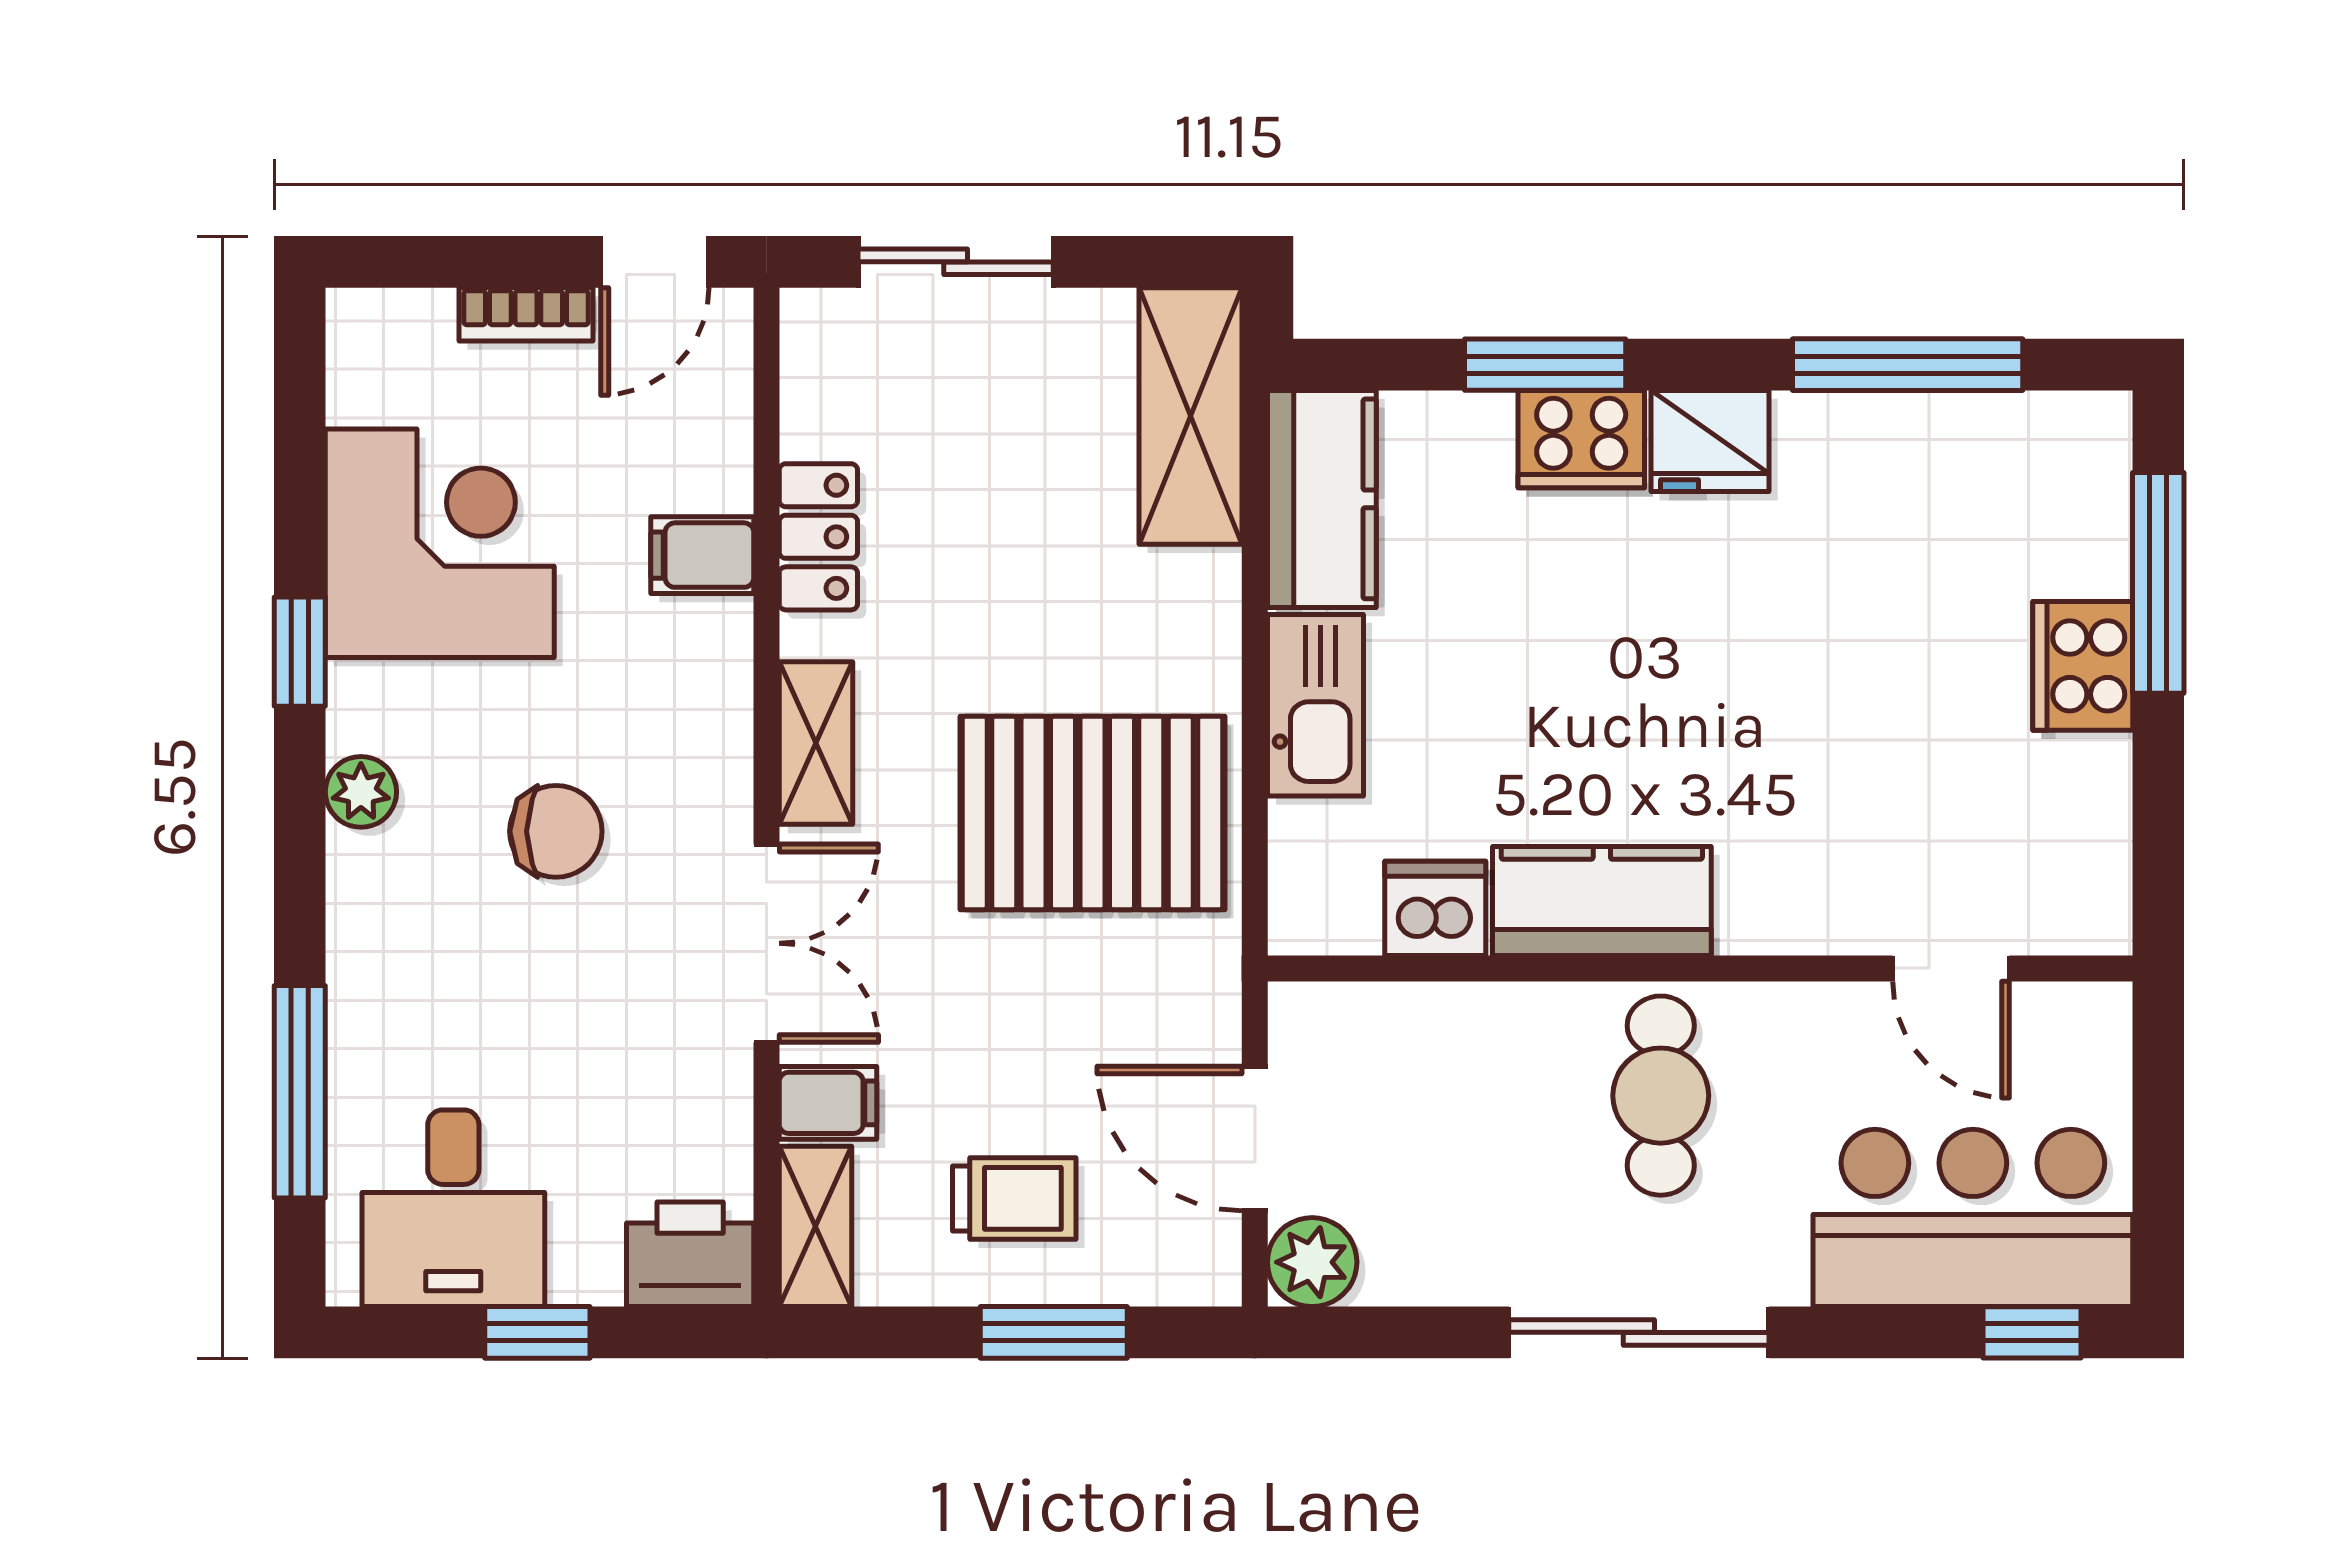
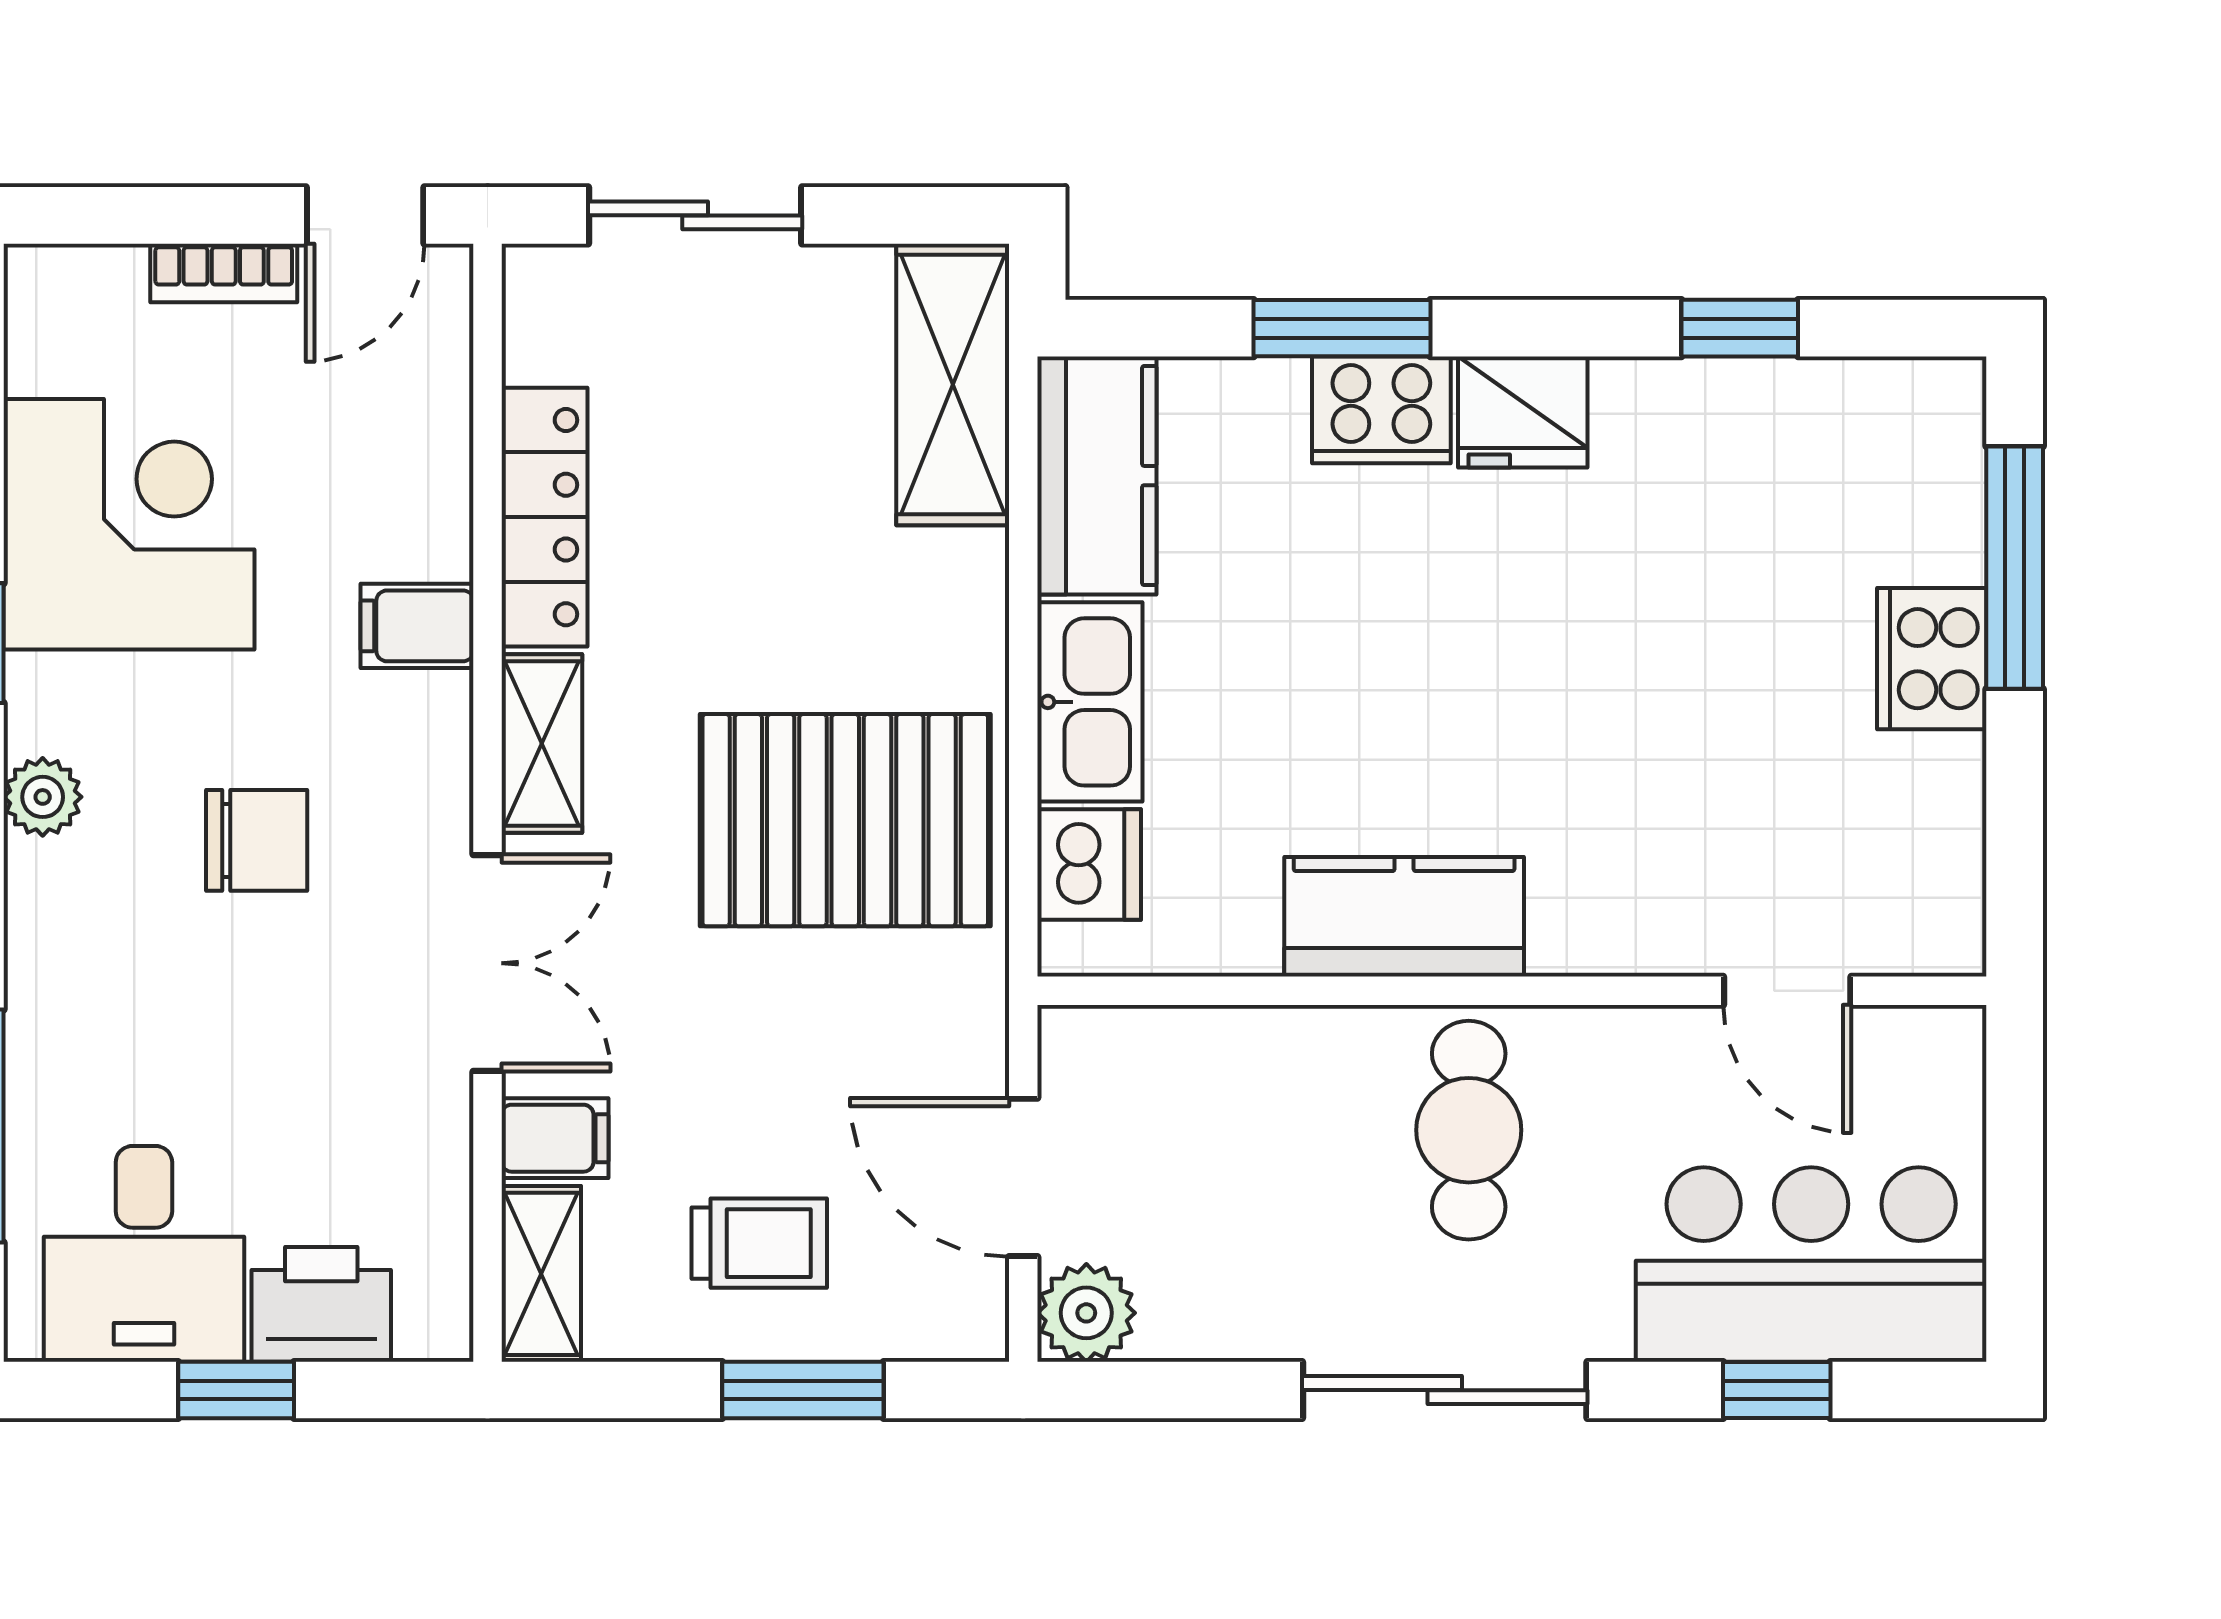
window: (1908, 365) -> (1740, 328), width x0.46
locker: (818, 537) -> (545, 517), width x1.53
filing cabinet: (702, 555) -> (417, 626), moved
dishwasher: (1435, 908) -> (1089, 865), moved, turned 90
printer: (690, 1254) -> (321, 1304), moved
window: (2032, 1332) -> (1777, 1390), moved

